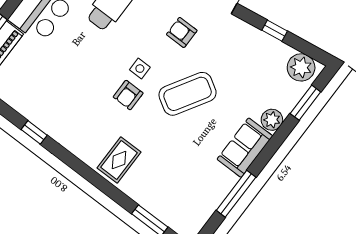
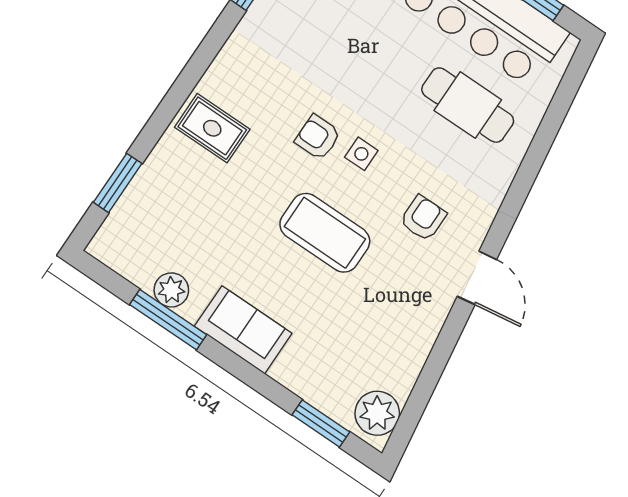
window: (275, 31) -> (434, 367), removed
coffee table: (188, 94) -> (325, 233), turned -31
plant: (272, 120) -> (171, 290), moved

